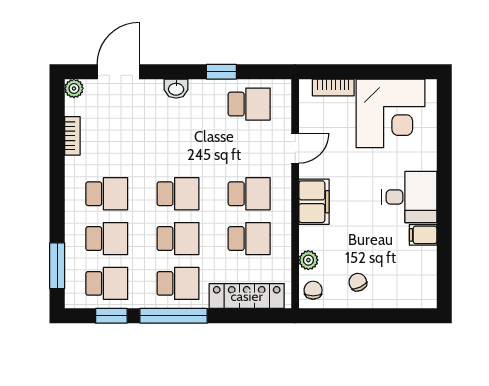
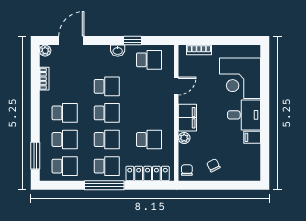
washbasin: (176, 89) -> (118, 51), moved
corner desk: (391, 113) -> (240, 78), moved, turned 90
school desk: (249, 194) -> (107, 86), moved
plant: (308, 260) -> (184, 138), moved
window: (111, 316) -> (67, 185), removed

